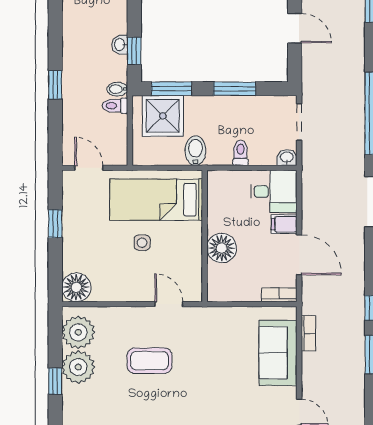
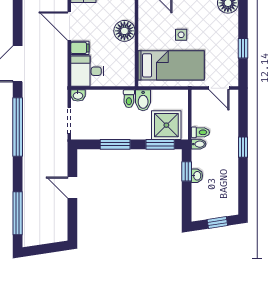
toilet: (240, 153) -> (129, 99), moved

